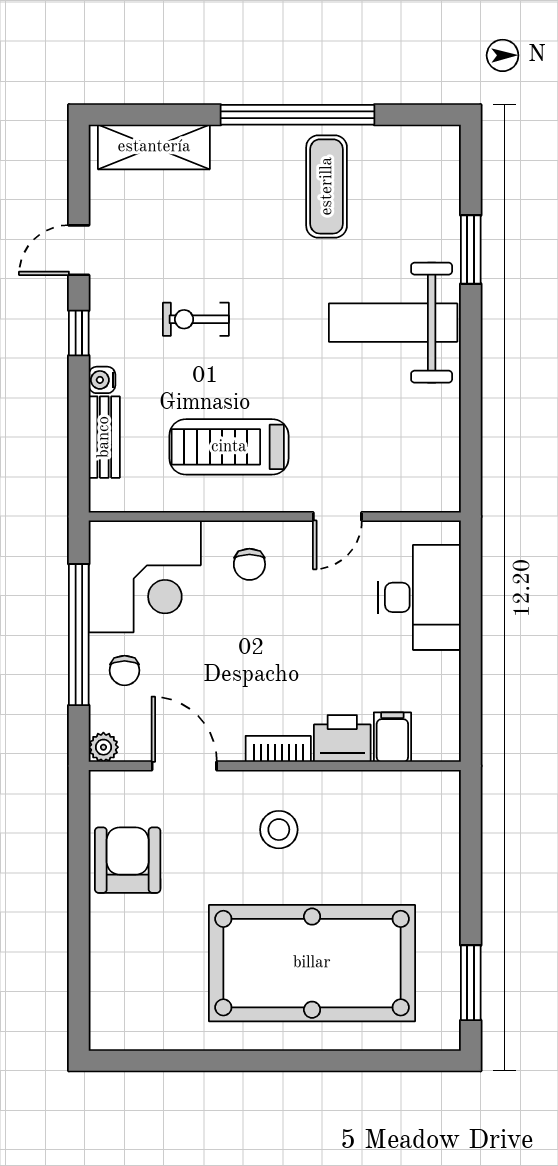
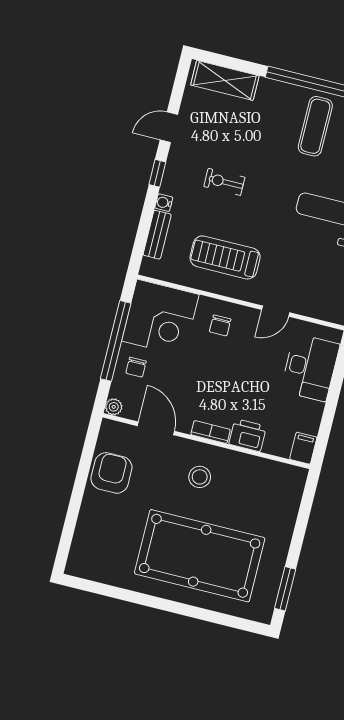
filing cabinet: (392, 737) -> (303, 448), moved

